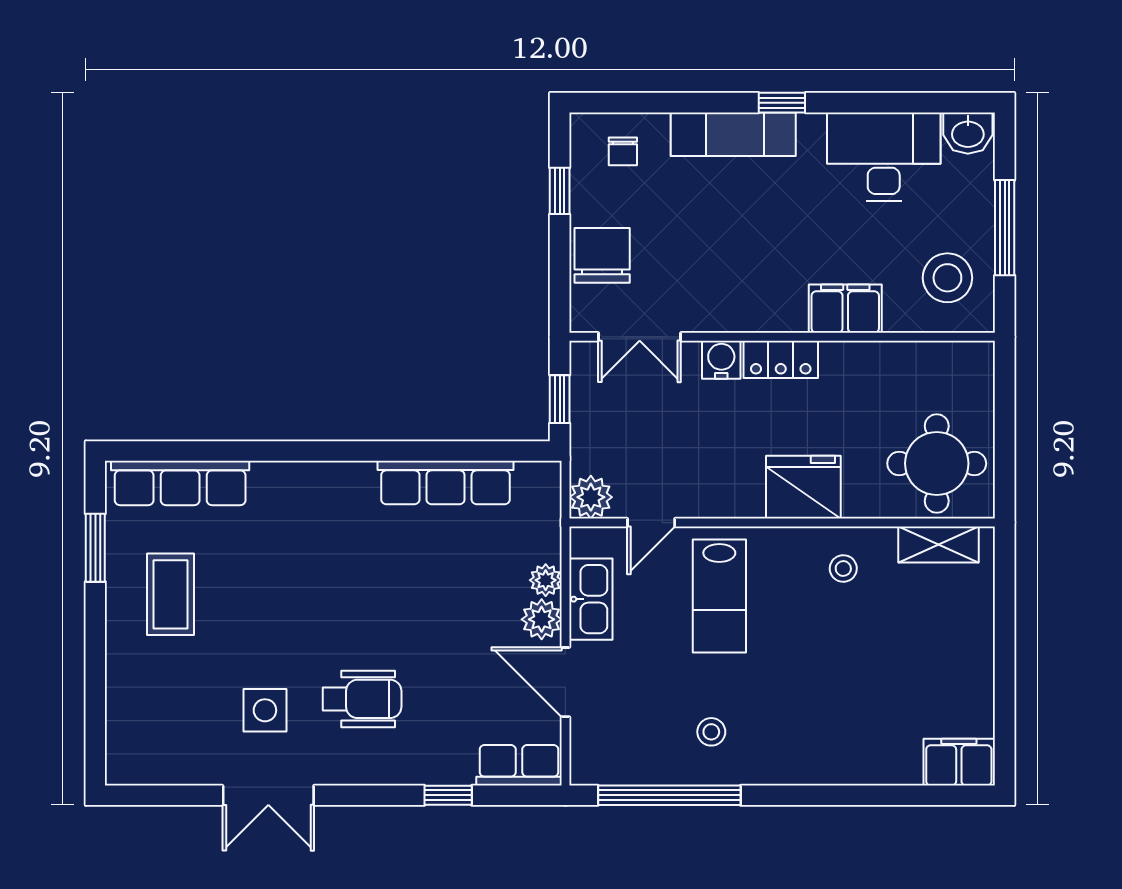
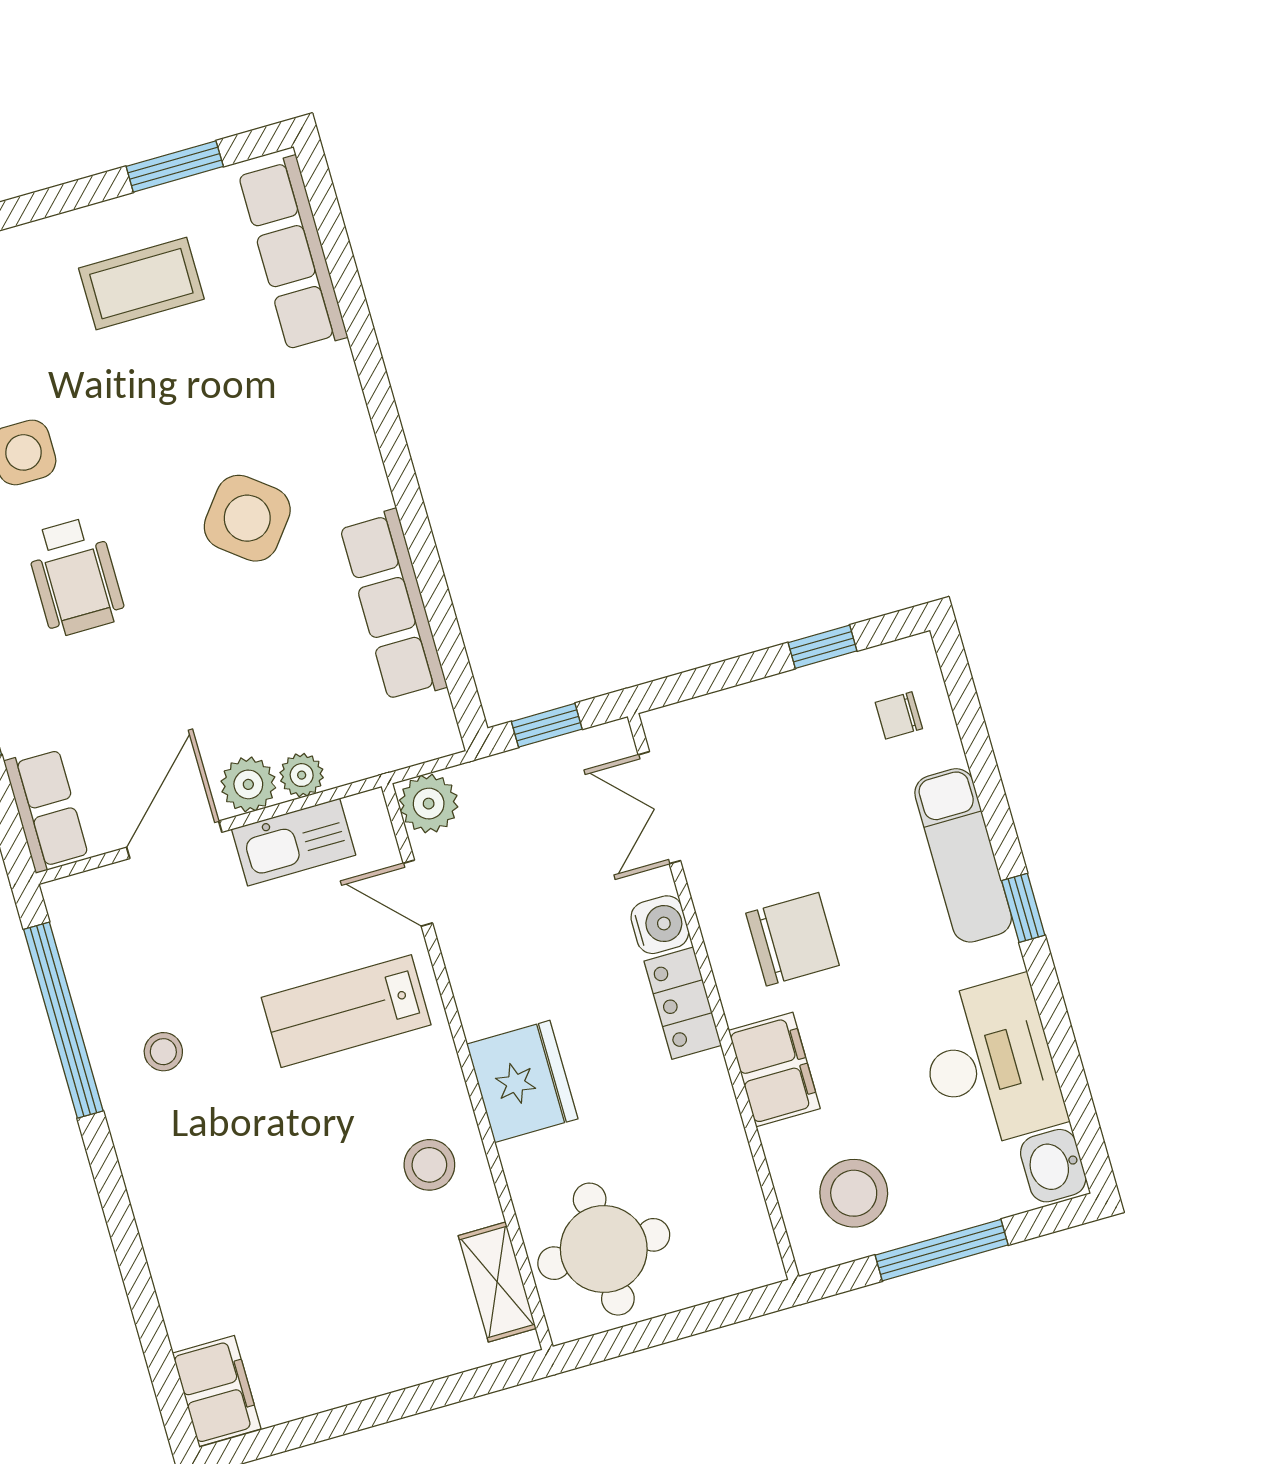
chair: (602, 255) -> (793, 939), moved
side table: (355, 567) -> (247, 518), added
stool: (843, 569) -> (429, 1165), width x1.37, depth x1.37

